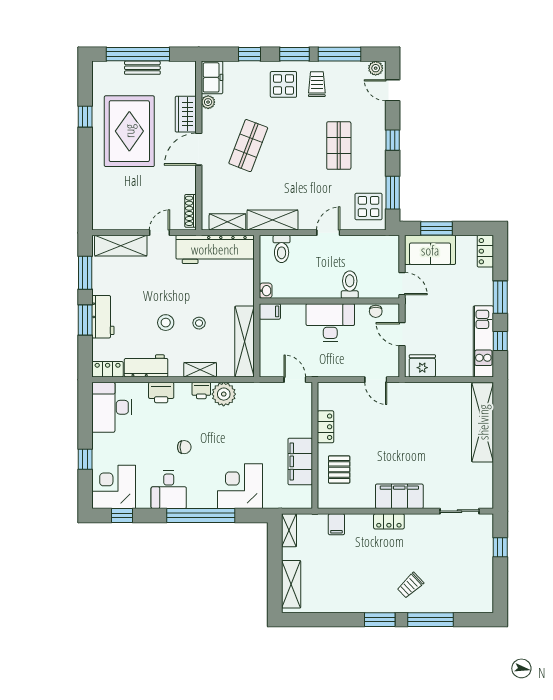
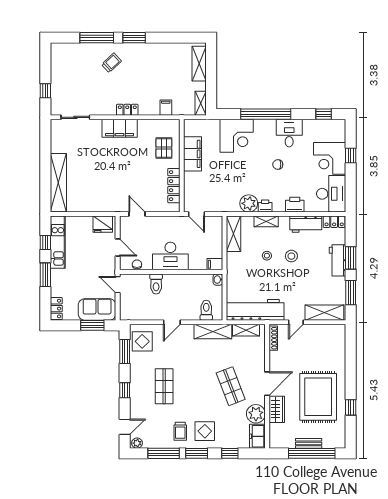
door: (393, 90) -> (125, 427), hinge flipped
plant: (208, 102) -> (256, 414), width x1.88, depth x1.88
shop shelf: (248, 146) -> (231, 386), turned -42
shelving: (245, 341) -> (233, 234), width x0.68
locker: (326, 427) -> (174, 186), width x1.53
corner desk: (114, 487) -> (330, 158), moved, turned 90

